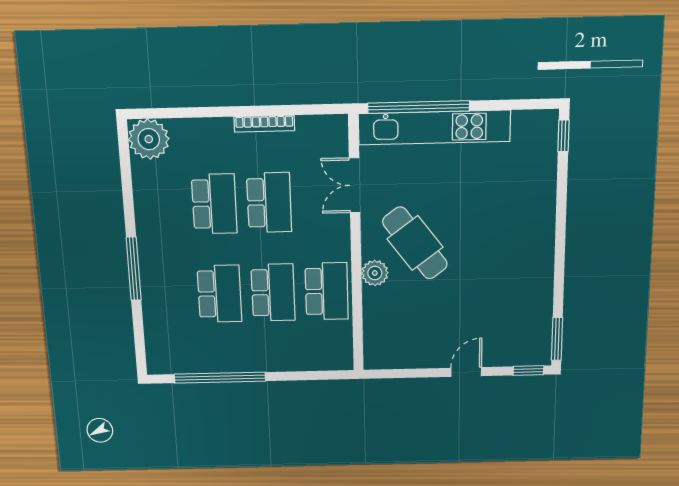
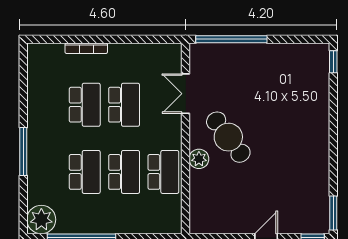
bookcase: (264, 124) -> (86, 48), moved
kitchen unit: (434, 128) -> (242, 54), removed
plant: (149, 139) -> (41, 219), moved

